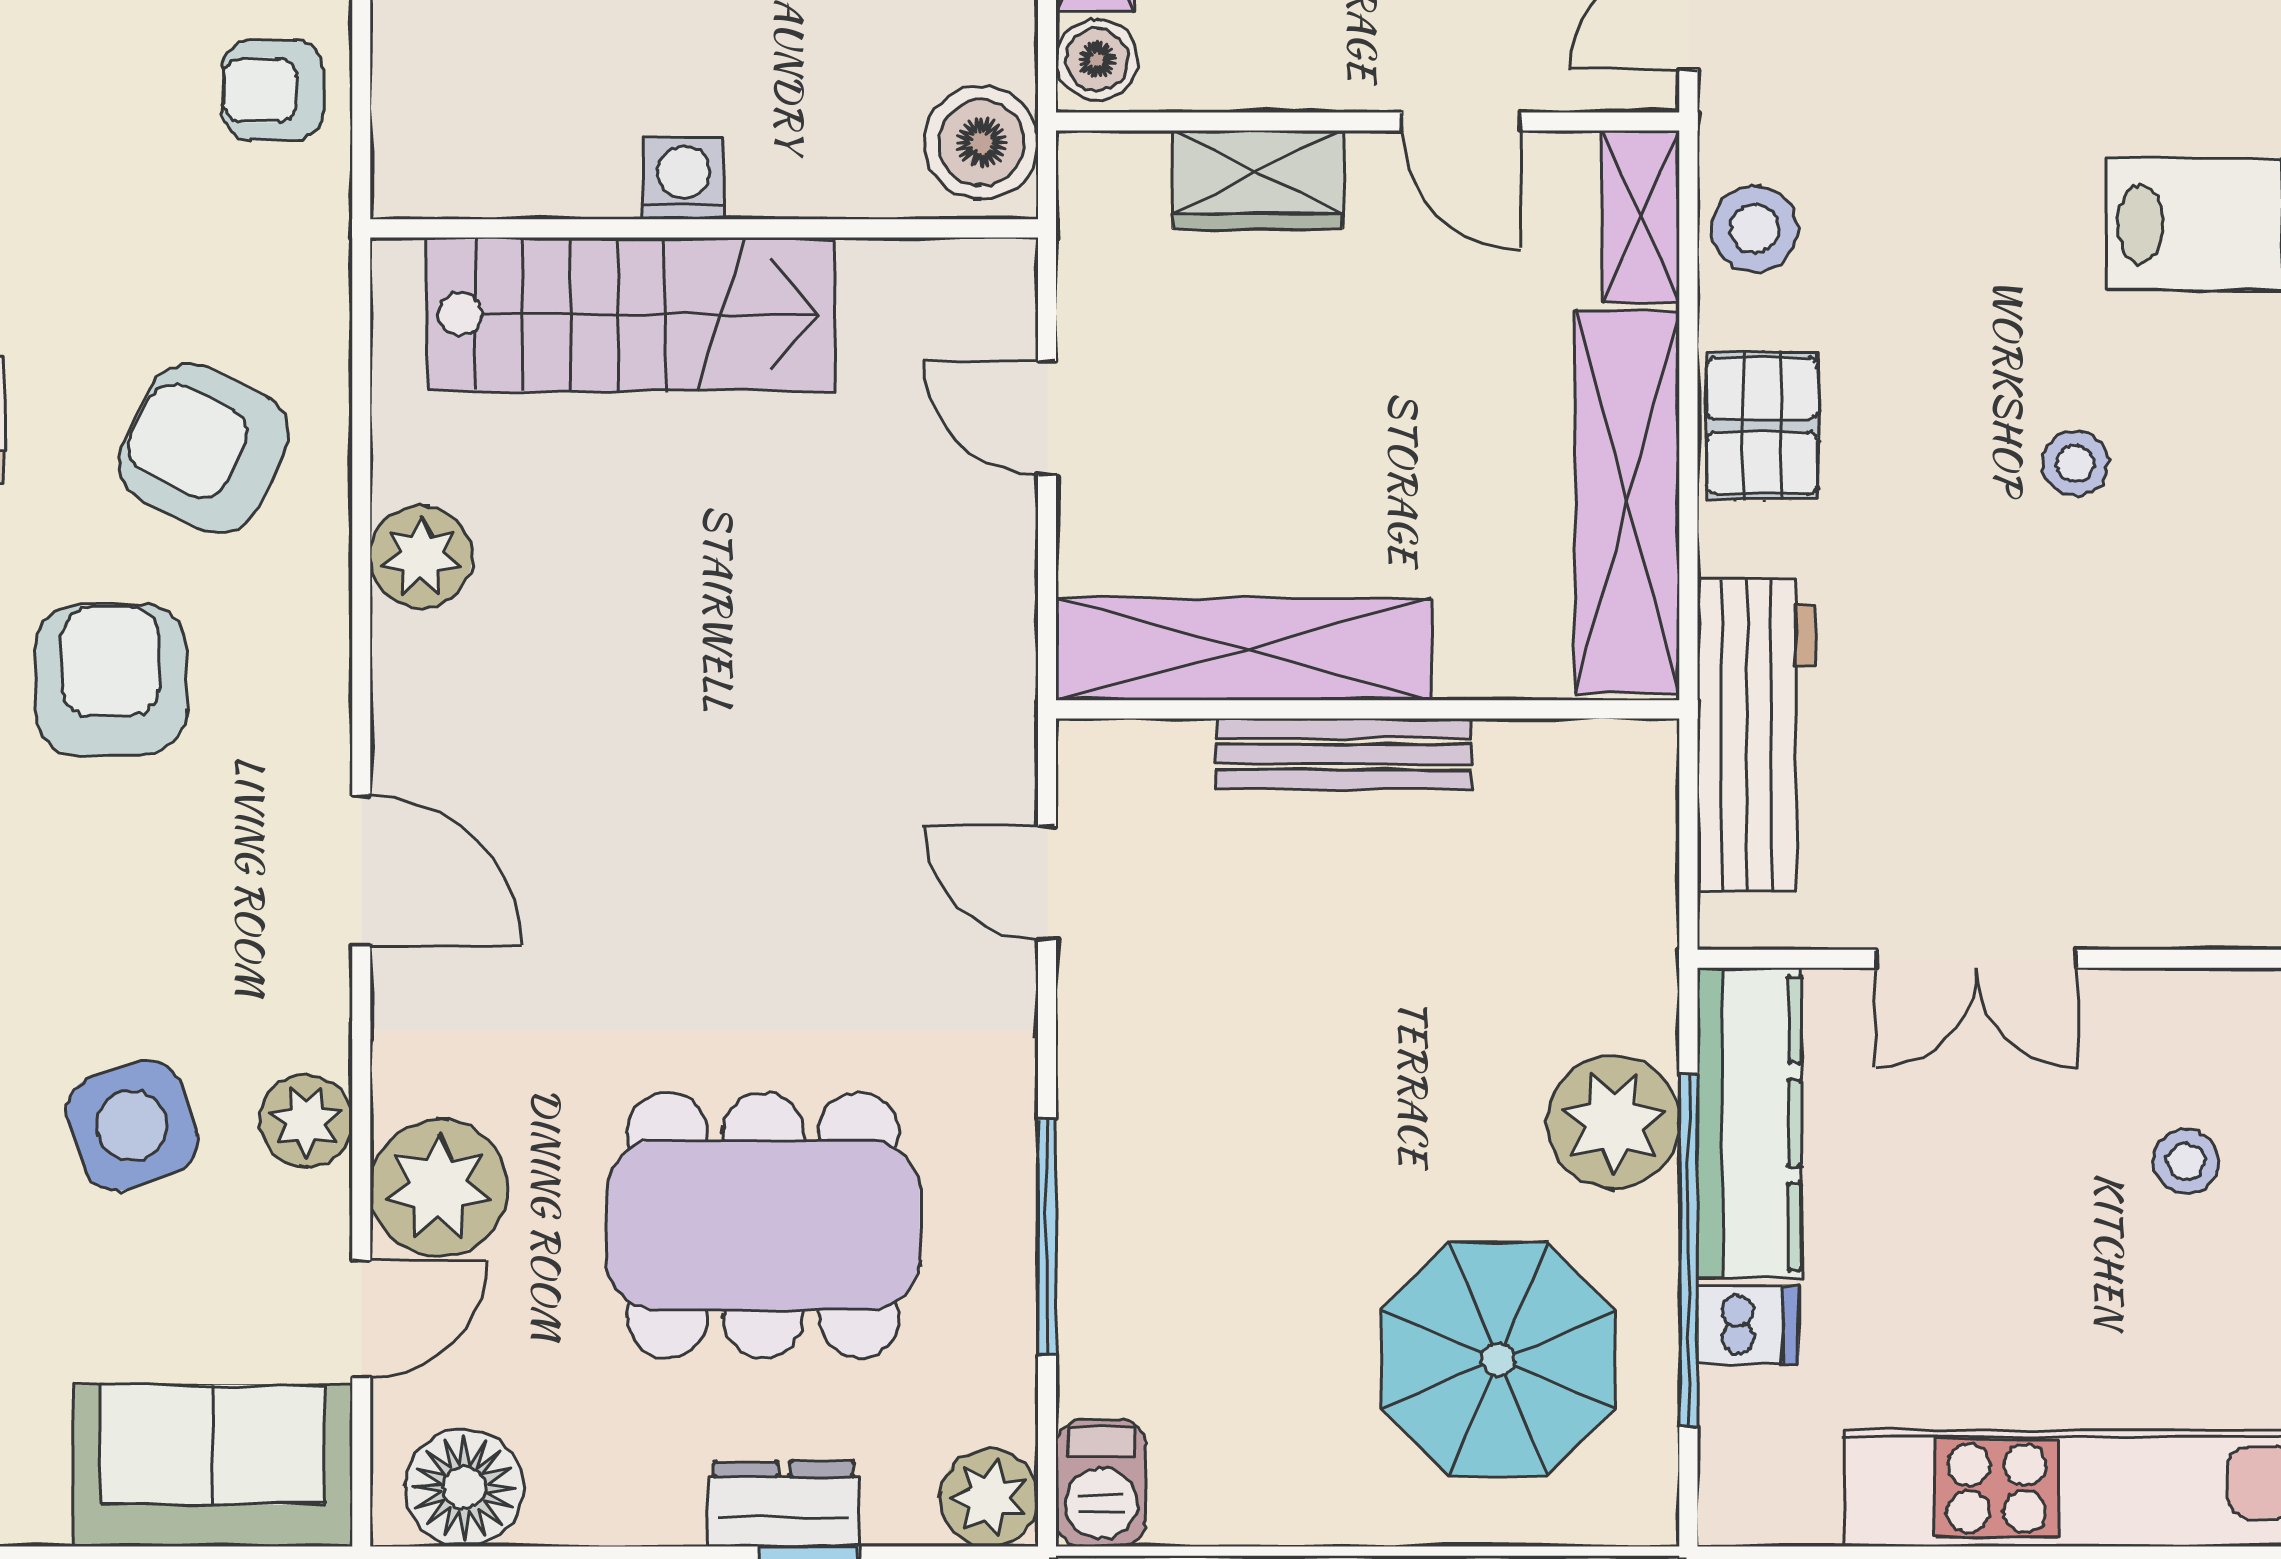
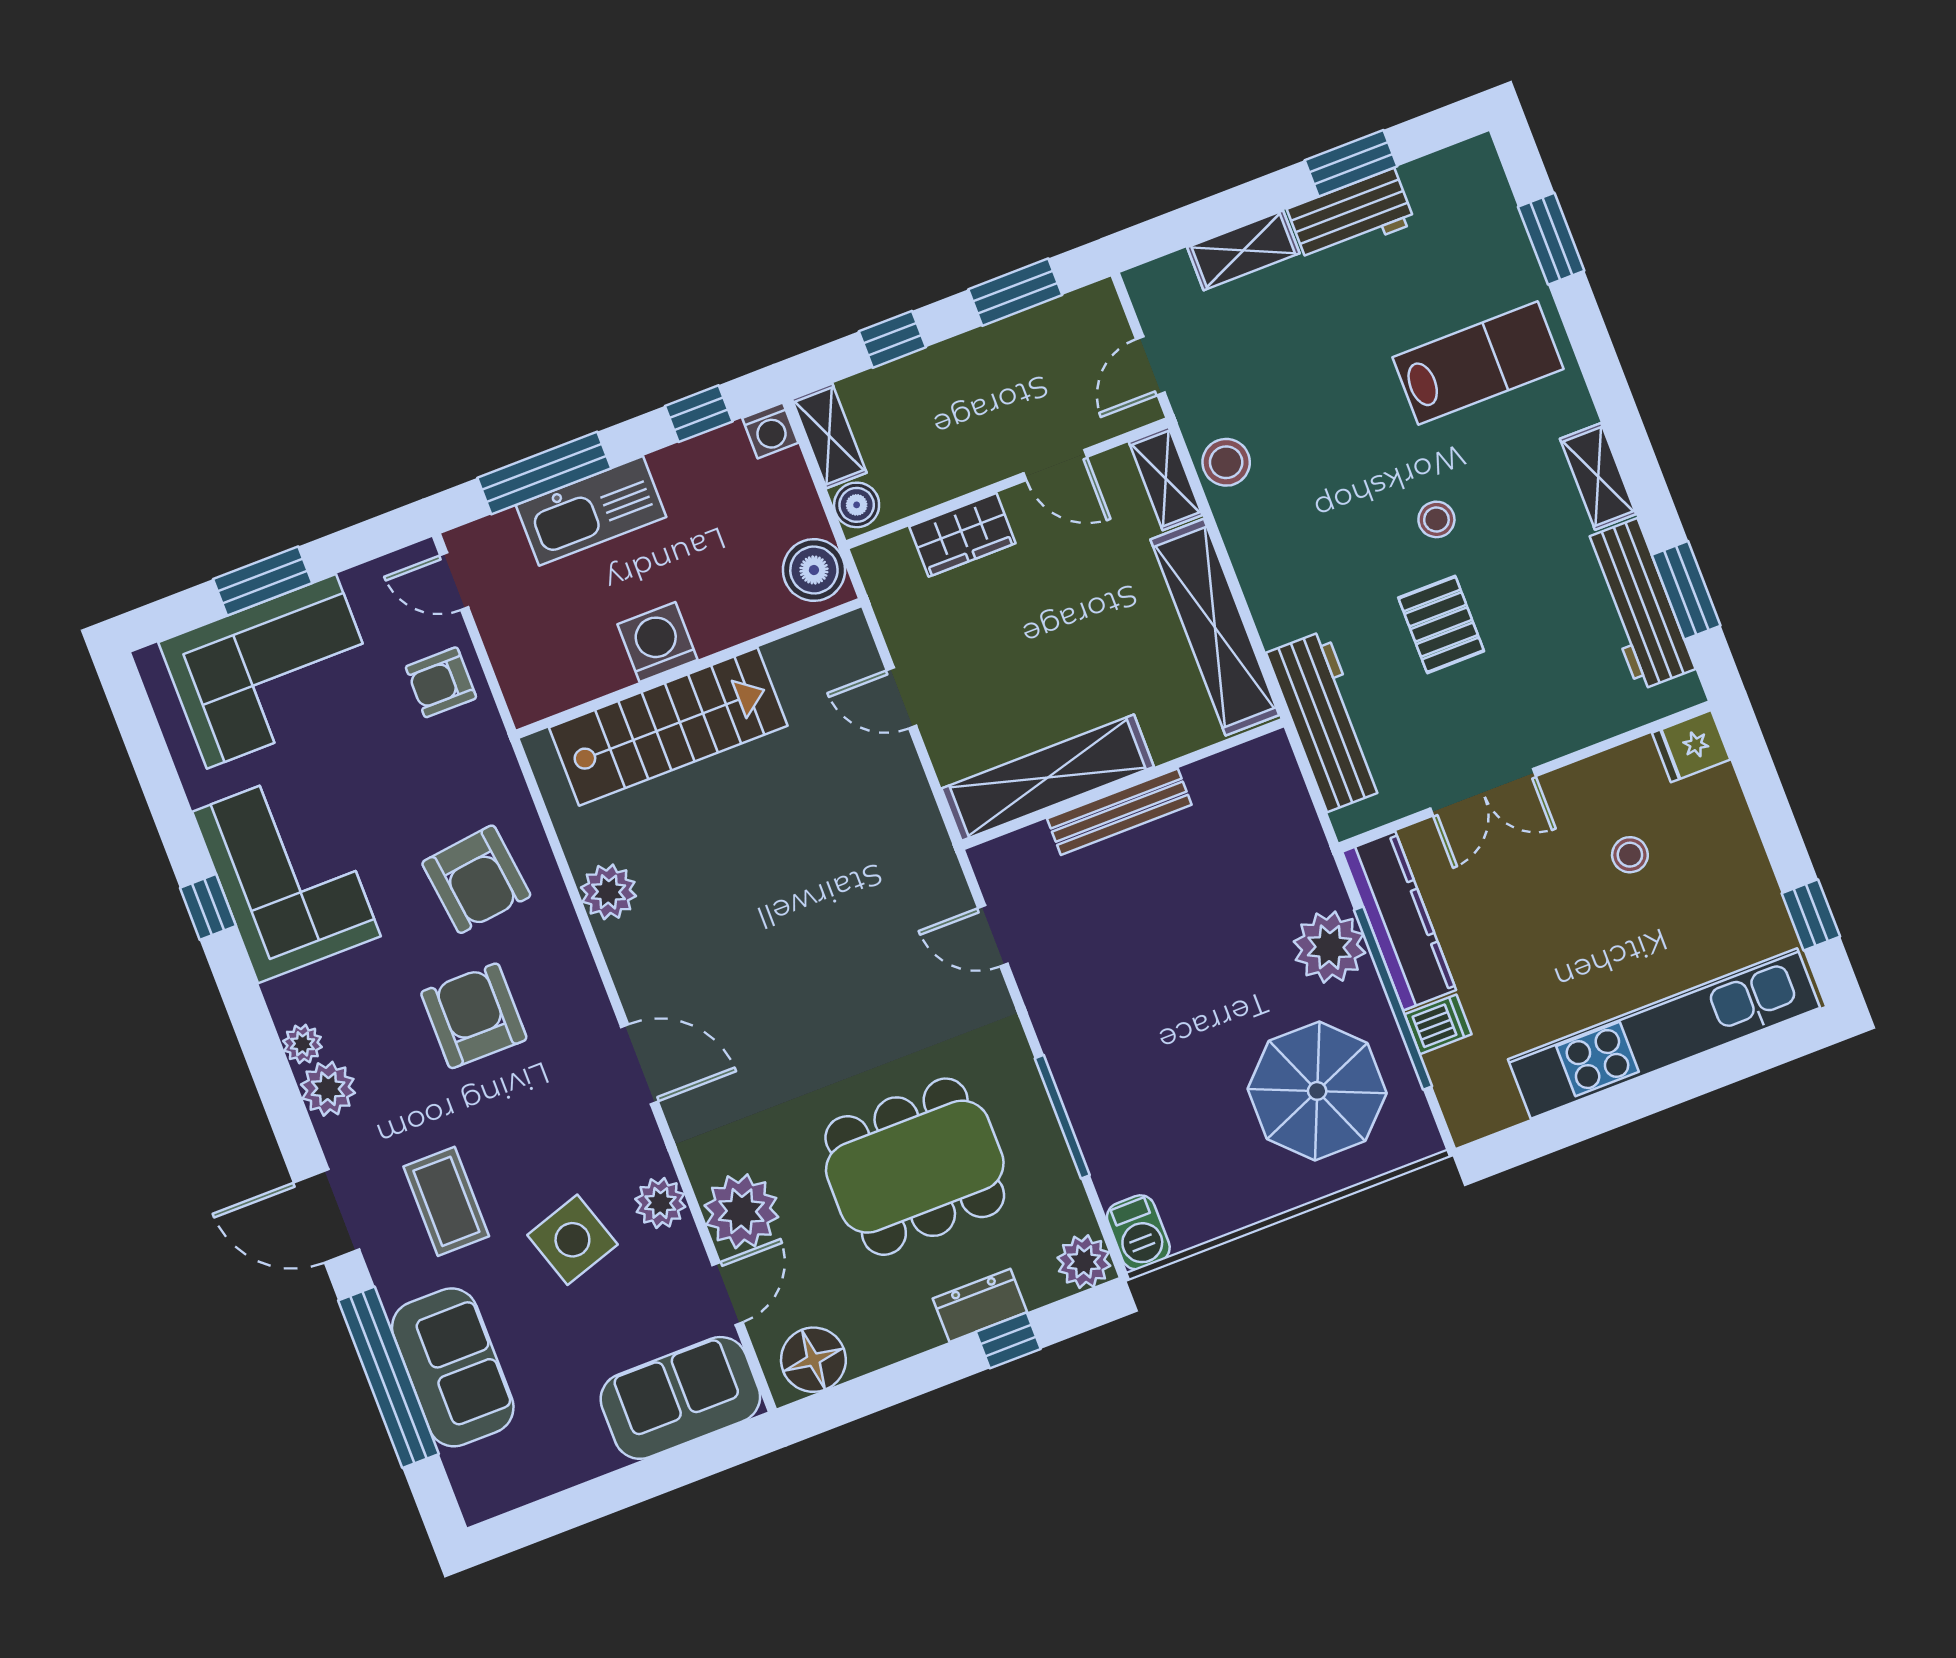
washing machine: (684, 178) -> (658, 642), width x1.38, depth x1.38
pallet: (1762, 426) -> (1441, 624), moved
armchair: (204, 449) -> (476, 879), turned -123

